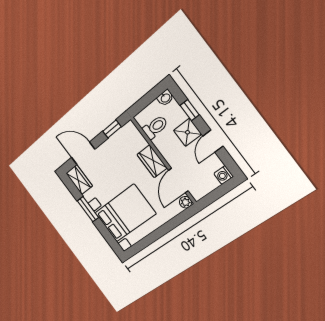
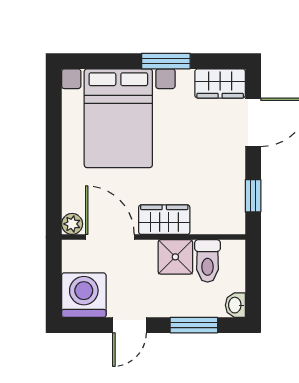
window: (190, 110) -> (194, 325), width x1.50
shower: (187, 132) -> (175, 257), moved
door: (213, 141) -> (129, 325), swing flipped
washing machine: (224, 175) -> (84, 295), width x1.89, depth x1.89

